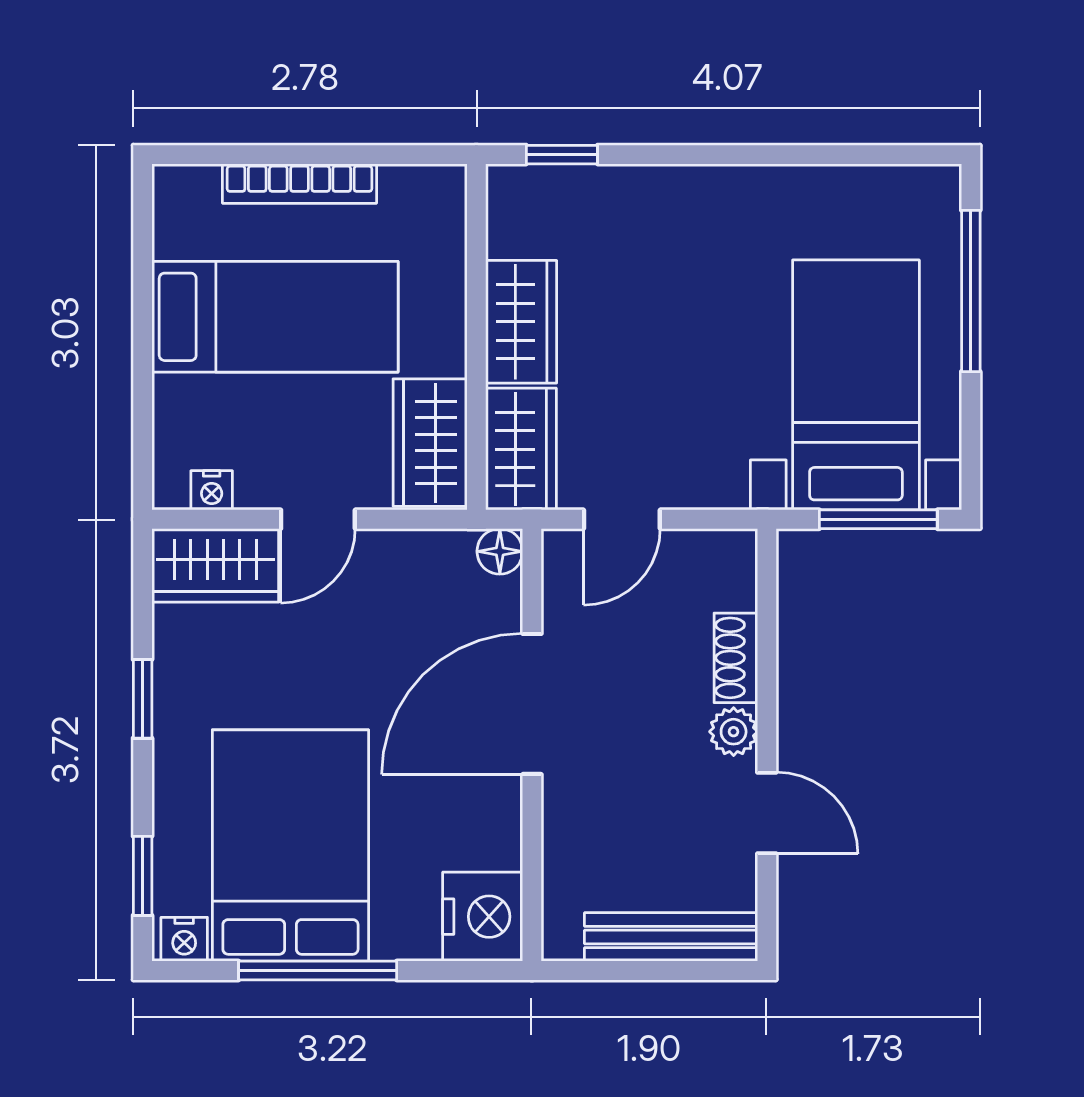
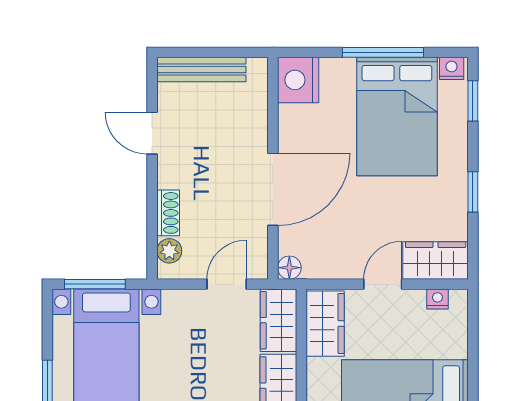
plant: (734, 732) -> (169, 251), moved

